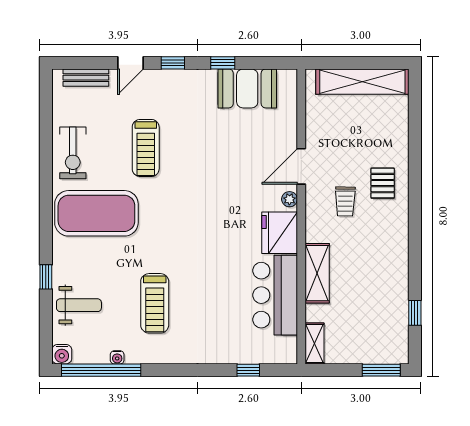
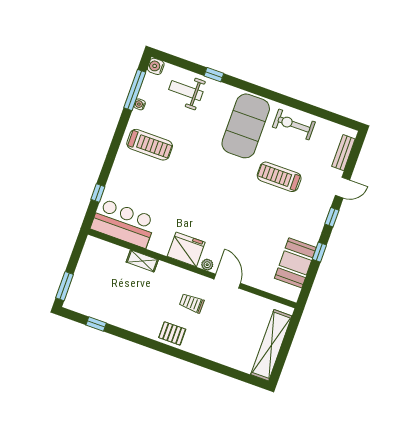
door: (131, 63) -> (343, 188), swing flipped
pallet: (383, 183) -> (172, 333), moved
shelving: (317, 273) -> (142, 261), width x0.67, depth x0.75
bar counter: (275, 295) -> (123, 223), moved
treadmill: (155, 303) -> (150, 145), moved, turned 180
weight bench: (79, 305) -> (186, 91), turned 90
shelving: (314, 344) -> (100, 246), removed
window: (101, 370) -> (135, 90), width x0.68

